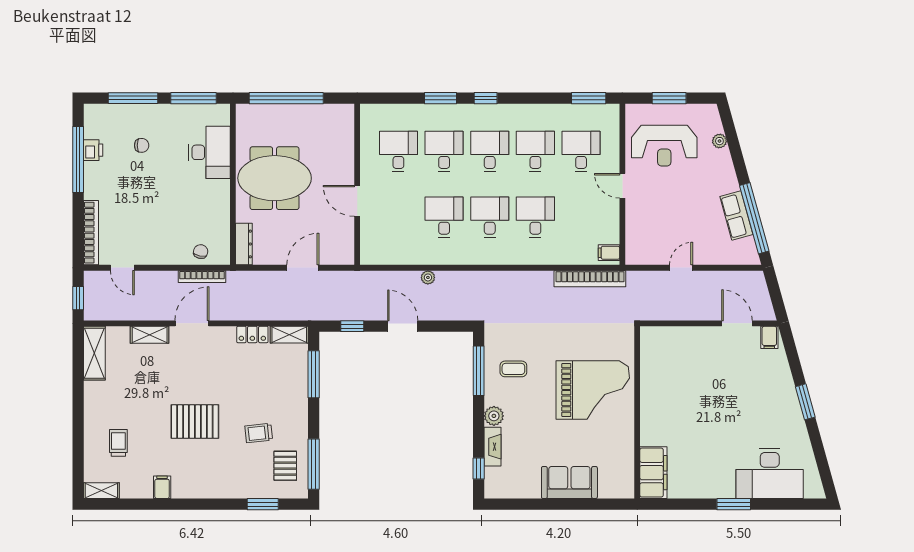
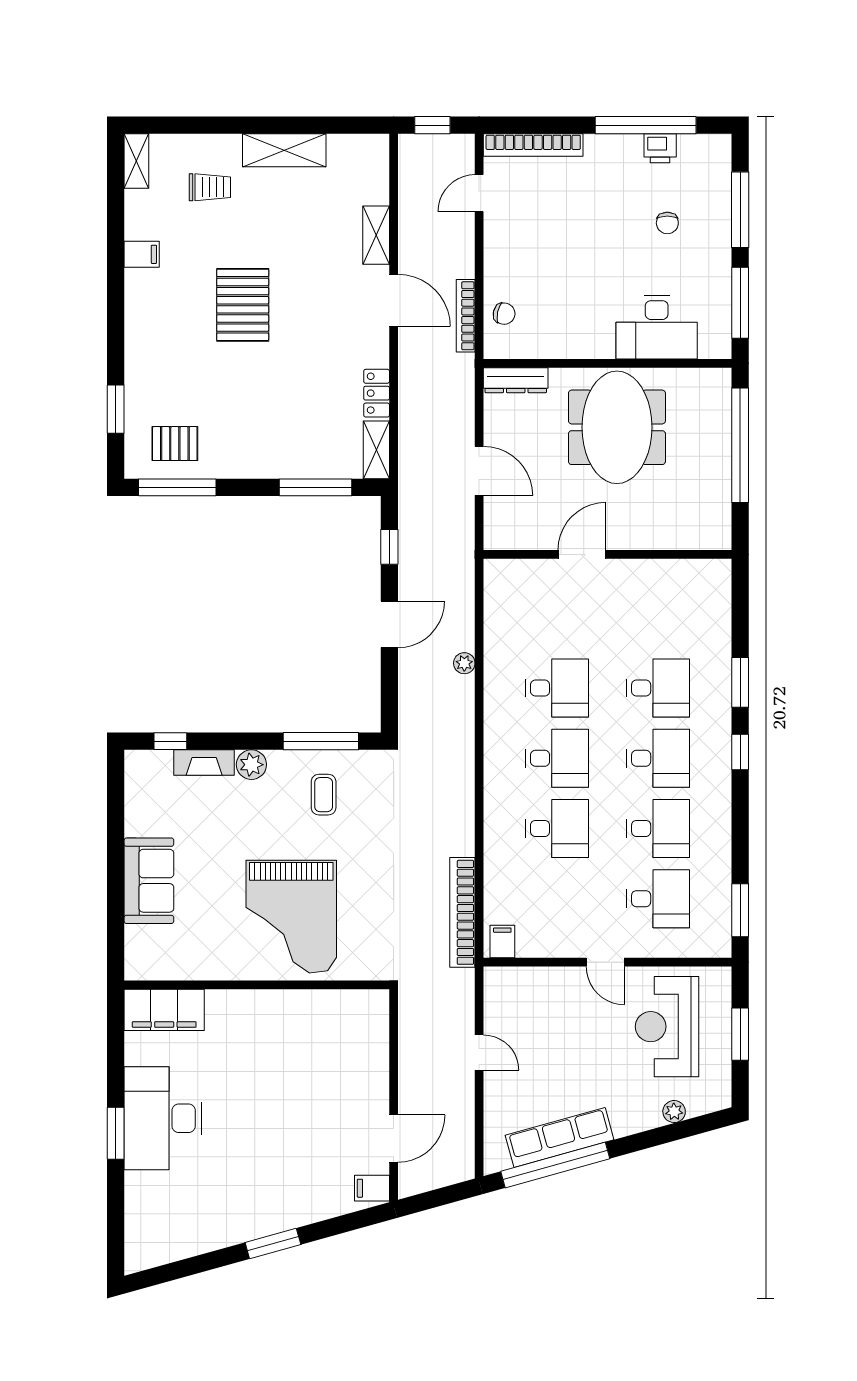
desk: (398, 151) -> (658, 618), removed
door: (622, 186) -> (605, 962), swing flipped
row of seats: (736, 215) -> (560, 1138), width x1.48
shelving: (94, 353) -> (284, 150), moved
trolley: (259, 433) -> (225, 403), removed
desk: (770, 473) -> (163, 1118), moved

